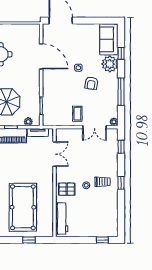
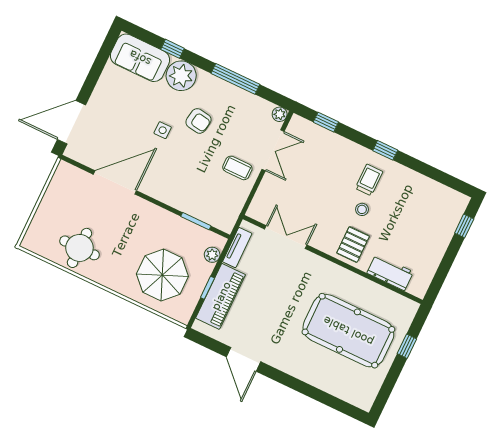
workbench: (62, 219) -> (390, 272), width x0.73

